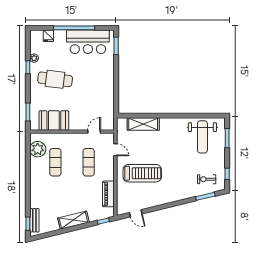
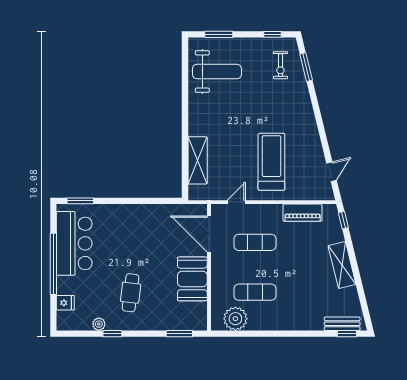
cafe table: (55, 79) -> (131, 293), width x0.73, depth x0.74
booth: (54, 120) -> (192, 279), moved
door: (94, 132) -> (209, 234), width x1.88

